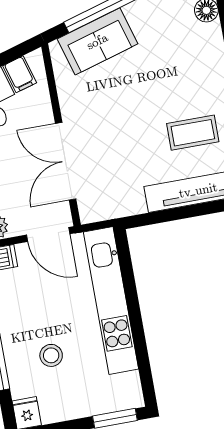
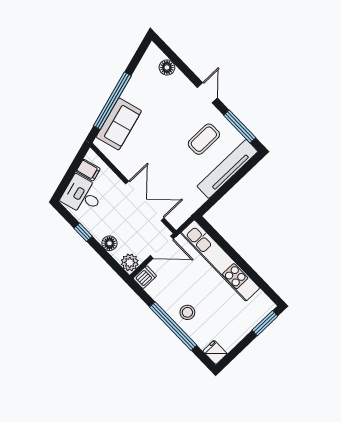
double door: (66, 161) -> (145, 201), swing flipped
stool: (51, 355) -> (187, 312), moved

